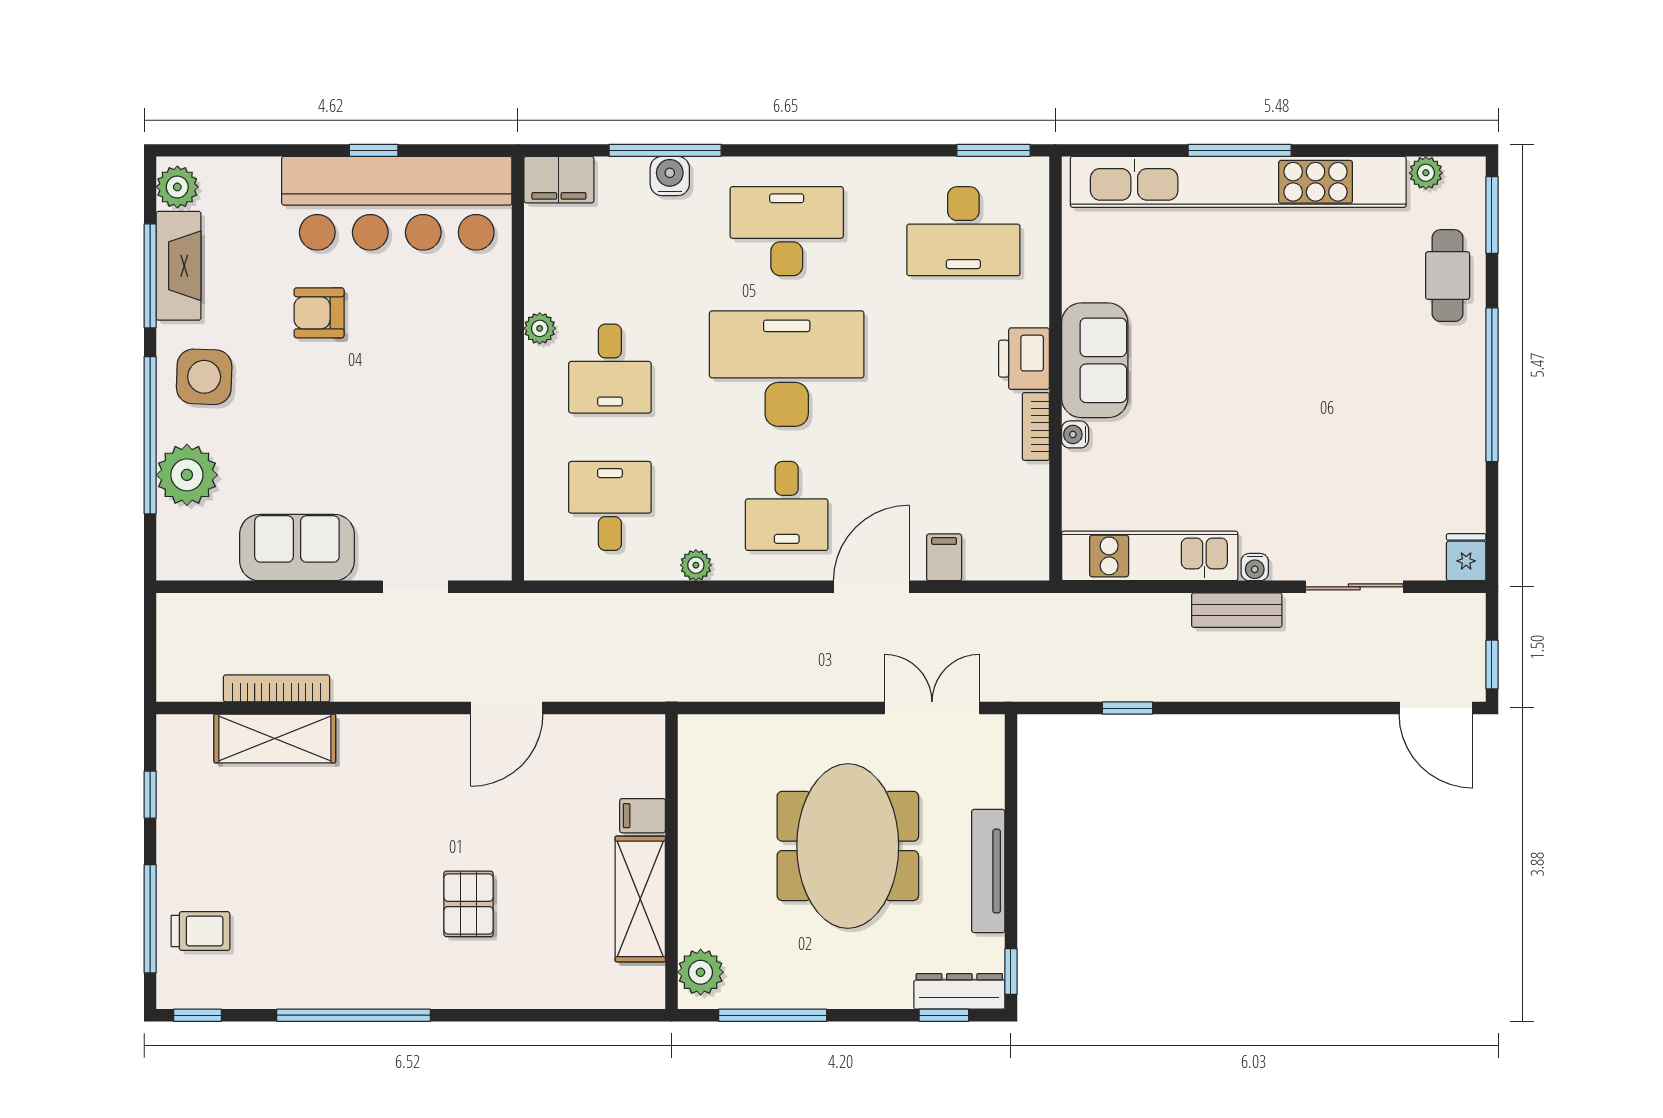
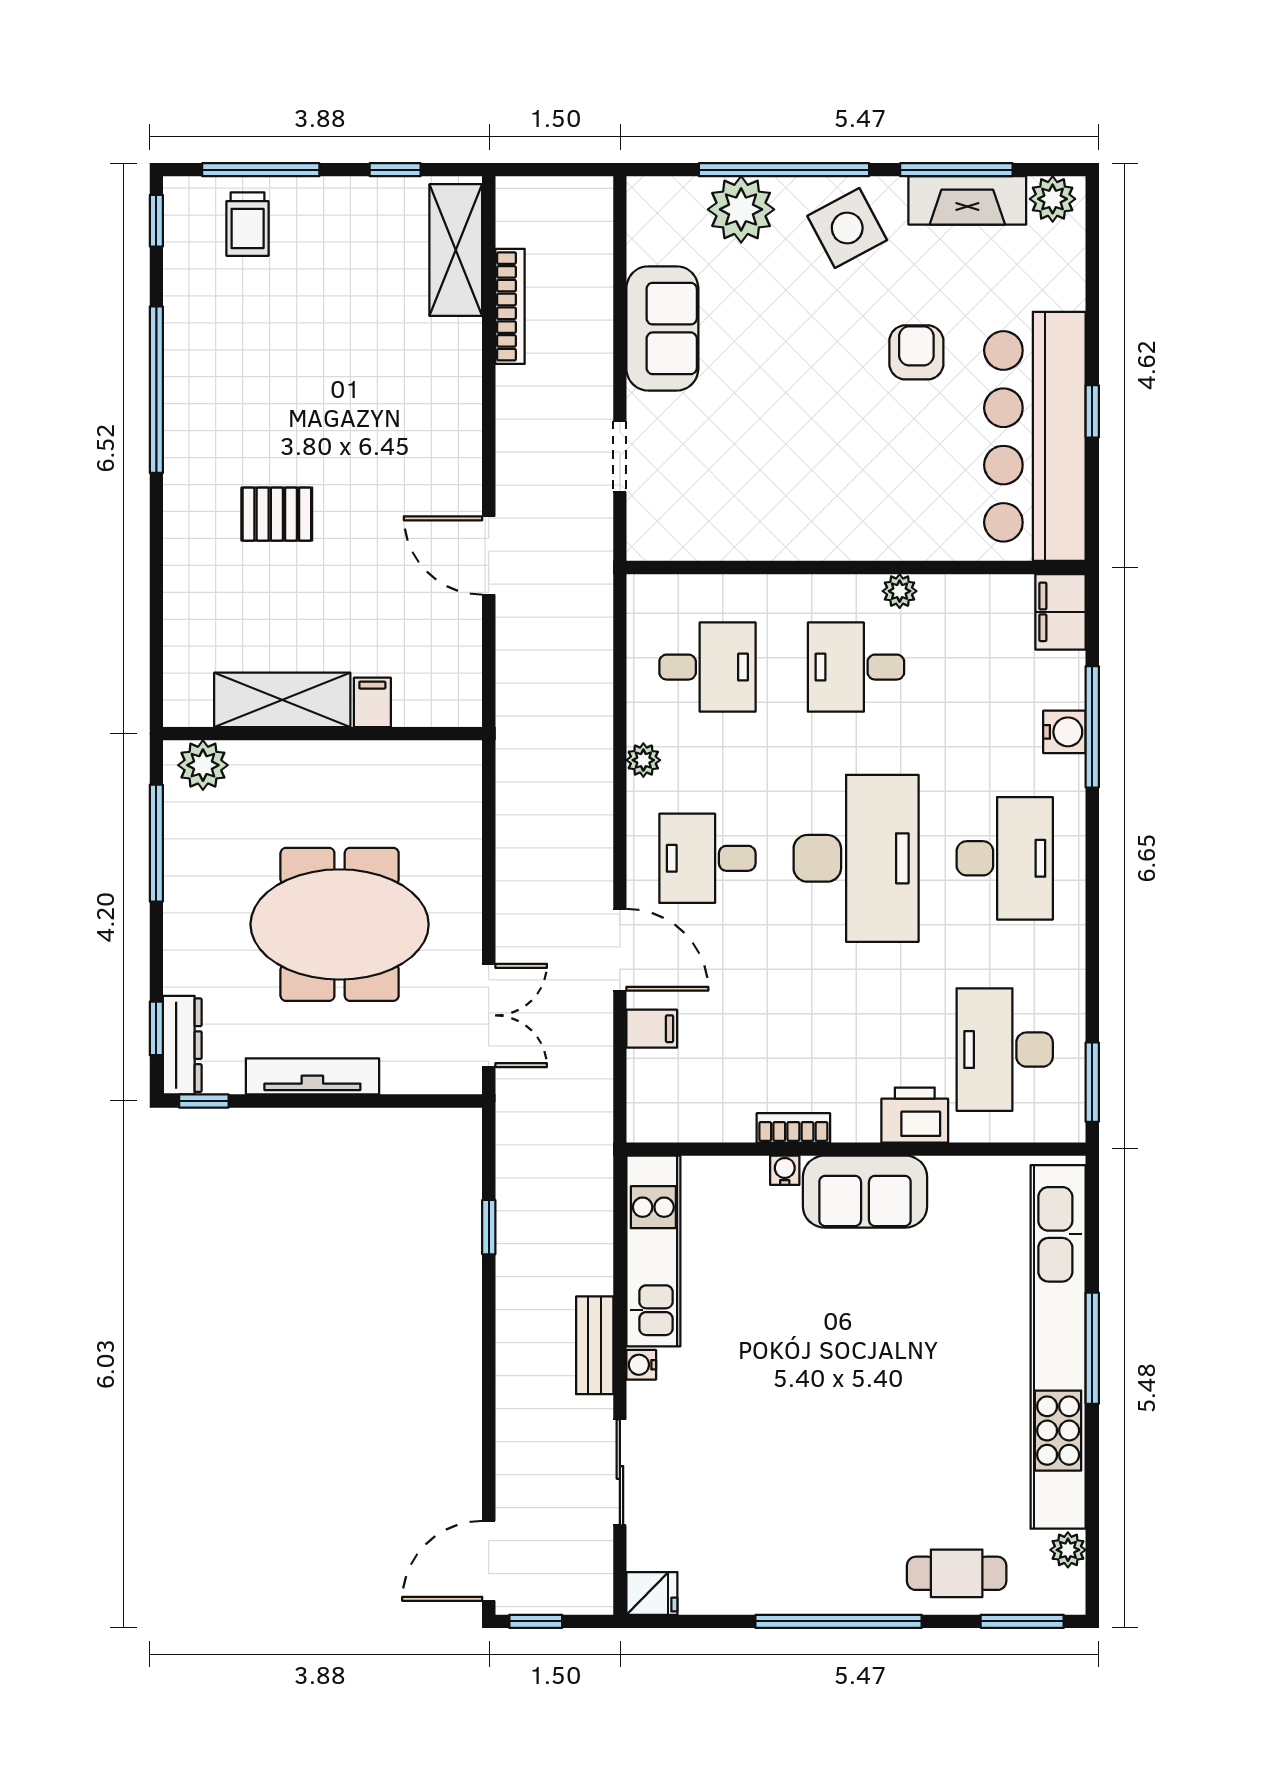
printer: (1024, 359) -> (915, 1115), moved
side table: (204, 377) -> (847, 228), turned -30
shelving: (275, 738) -> (456, 250), moved

